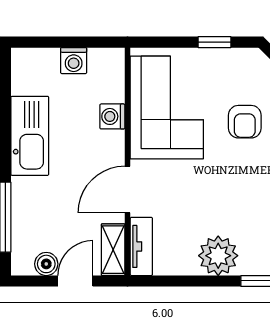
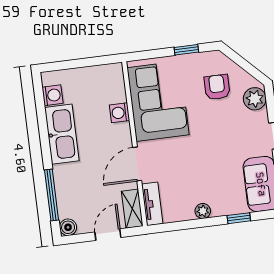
washing machine: (74, 61) -> (52, 95), moved, turned -90
armchair: (245, 122) -> (217, 87), moved, turned 180
plant: (218, 256) -> (203, 211), width x0.53, depth x0.53
boiler: (46, 264) -> (68, 227), moved

